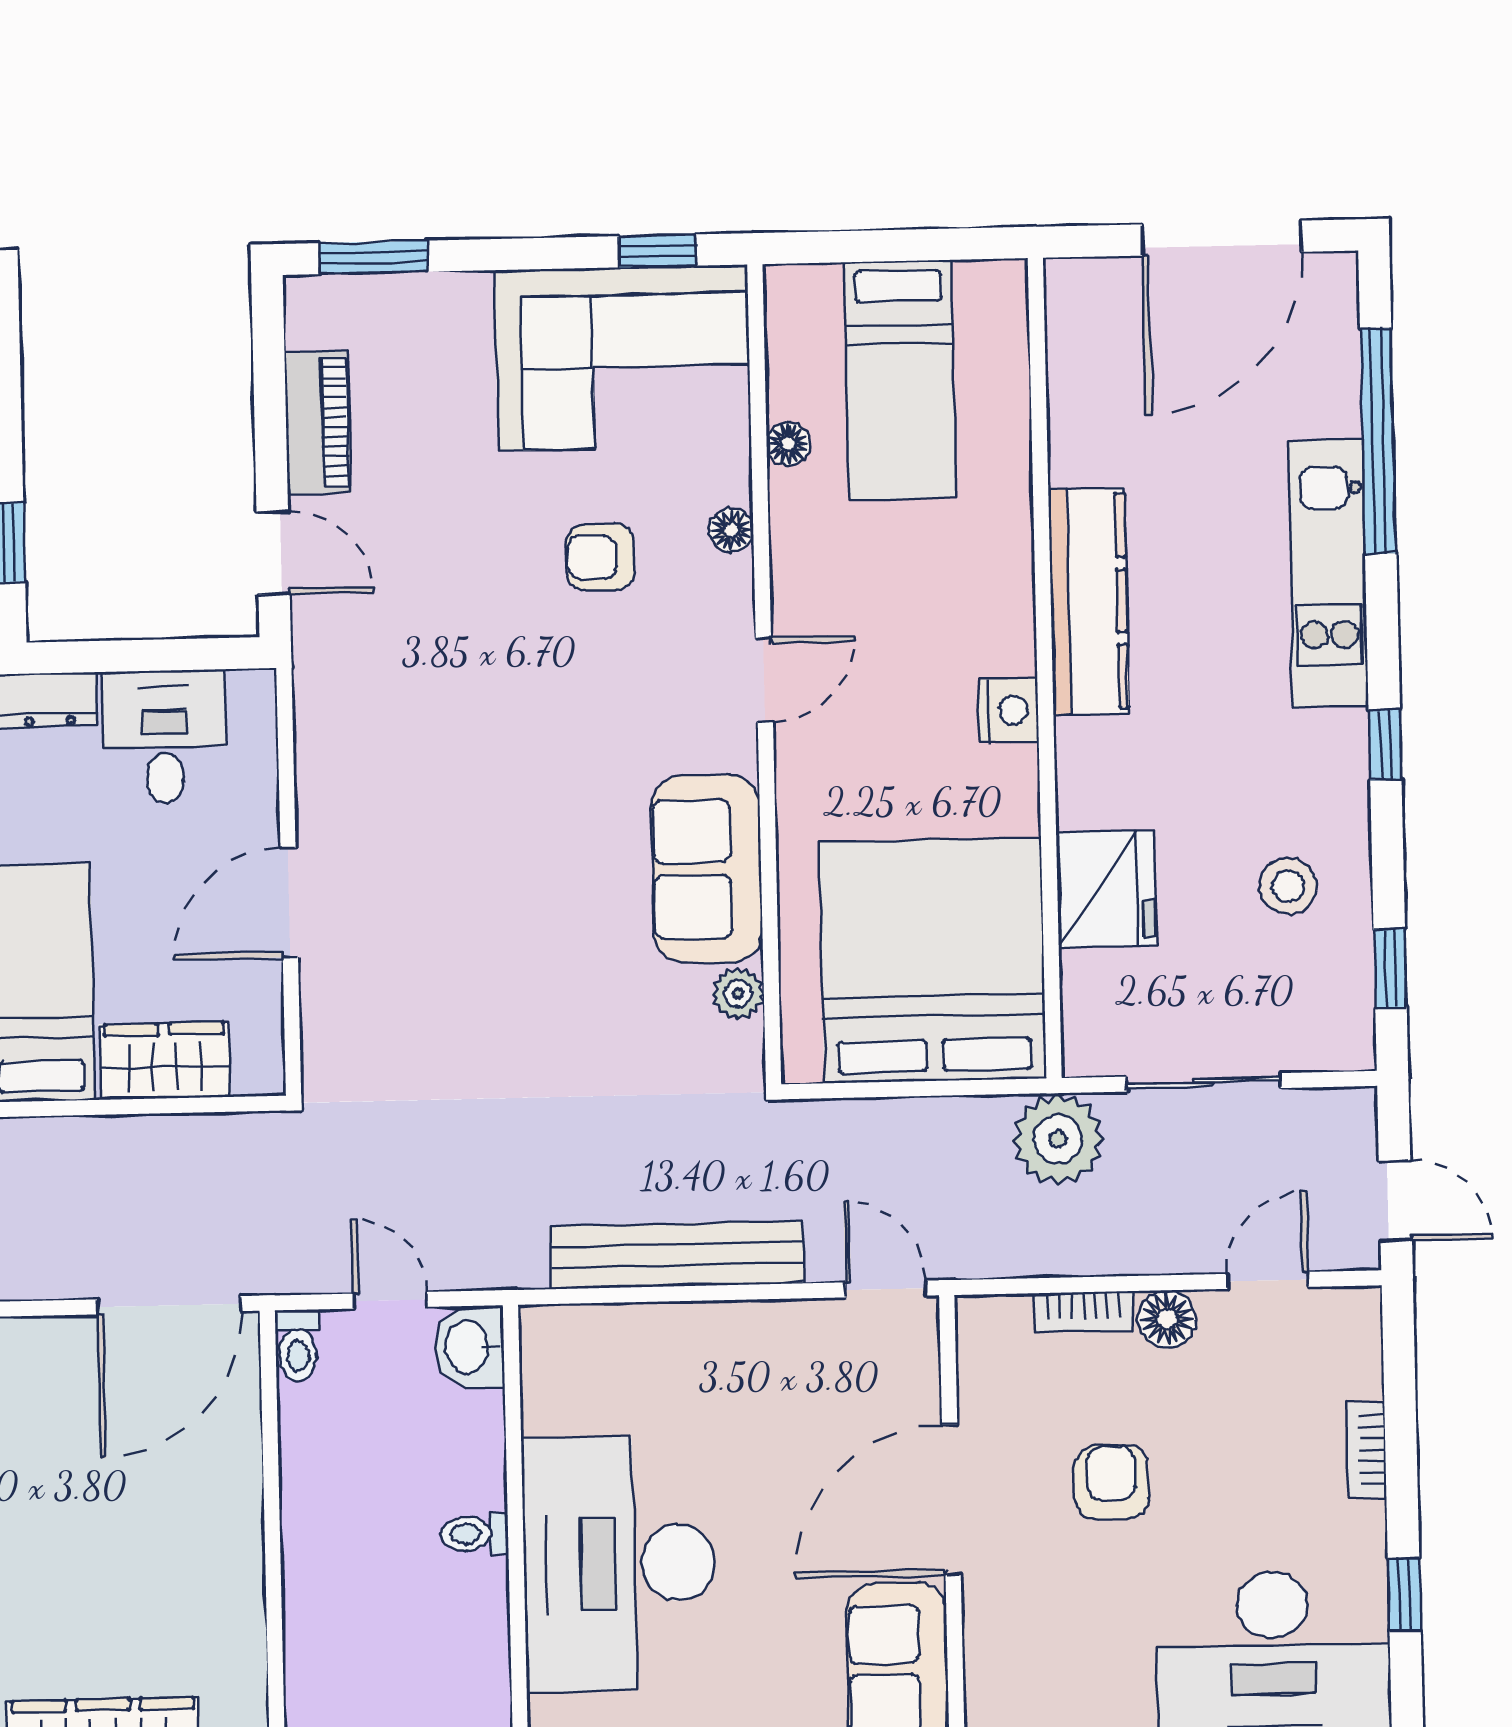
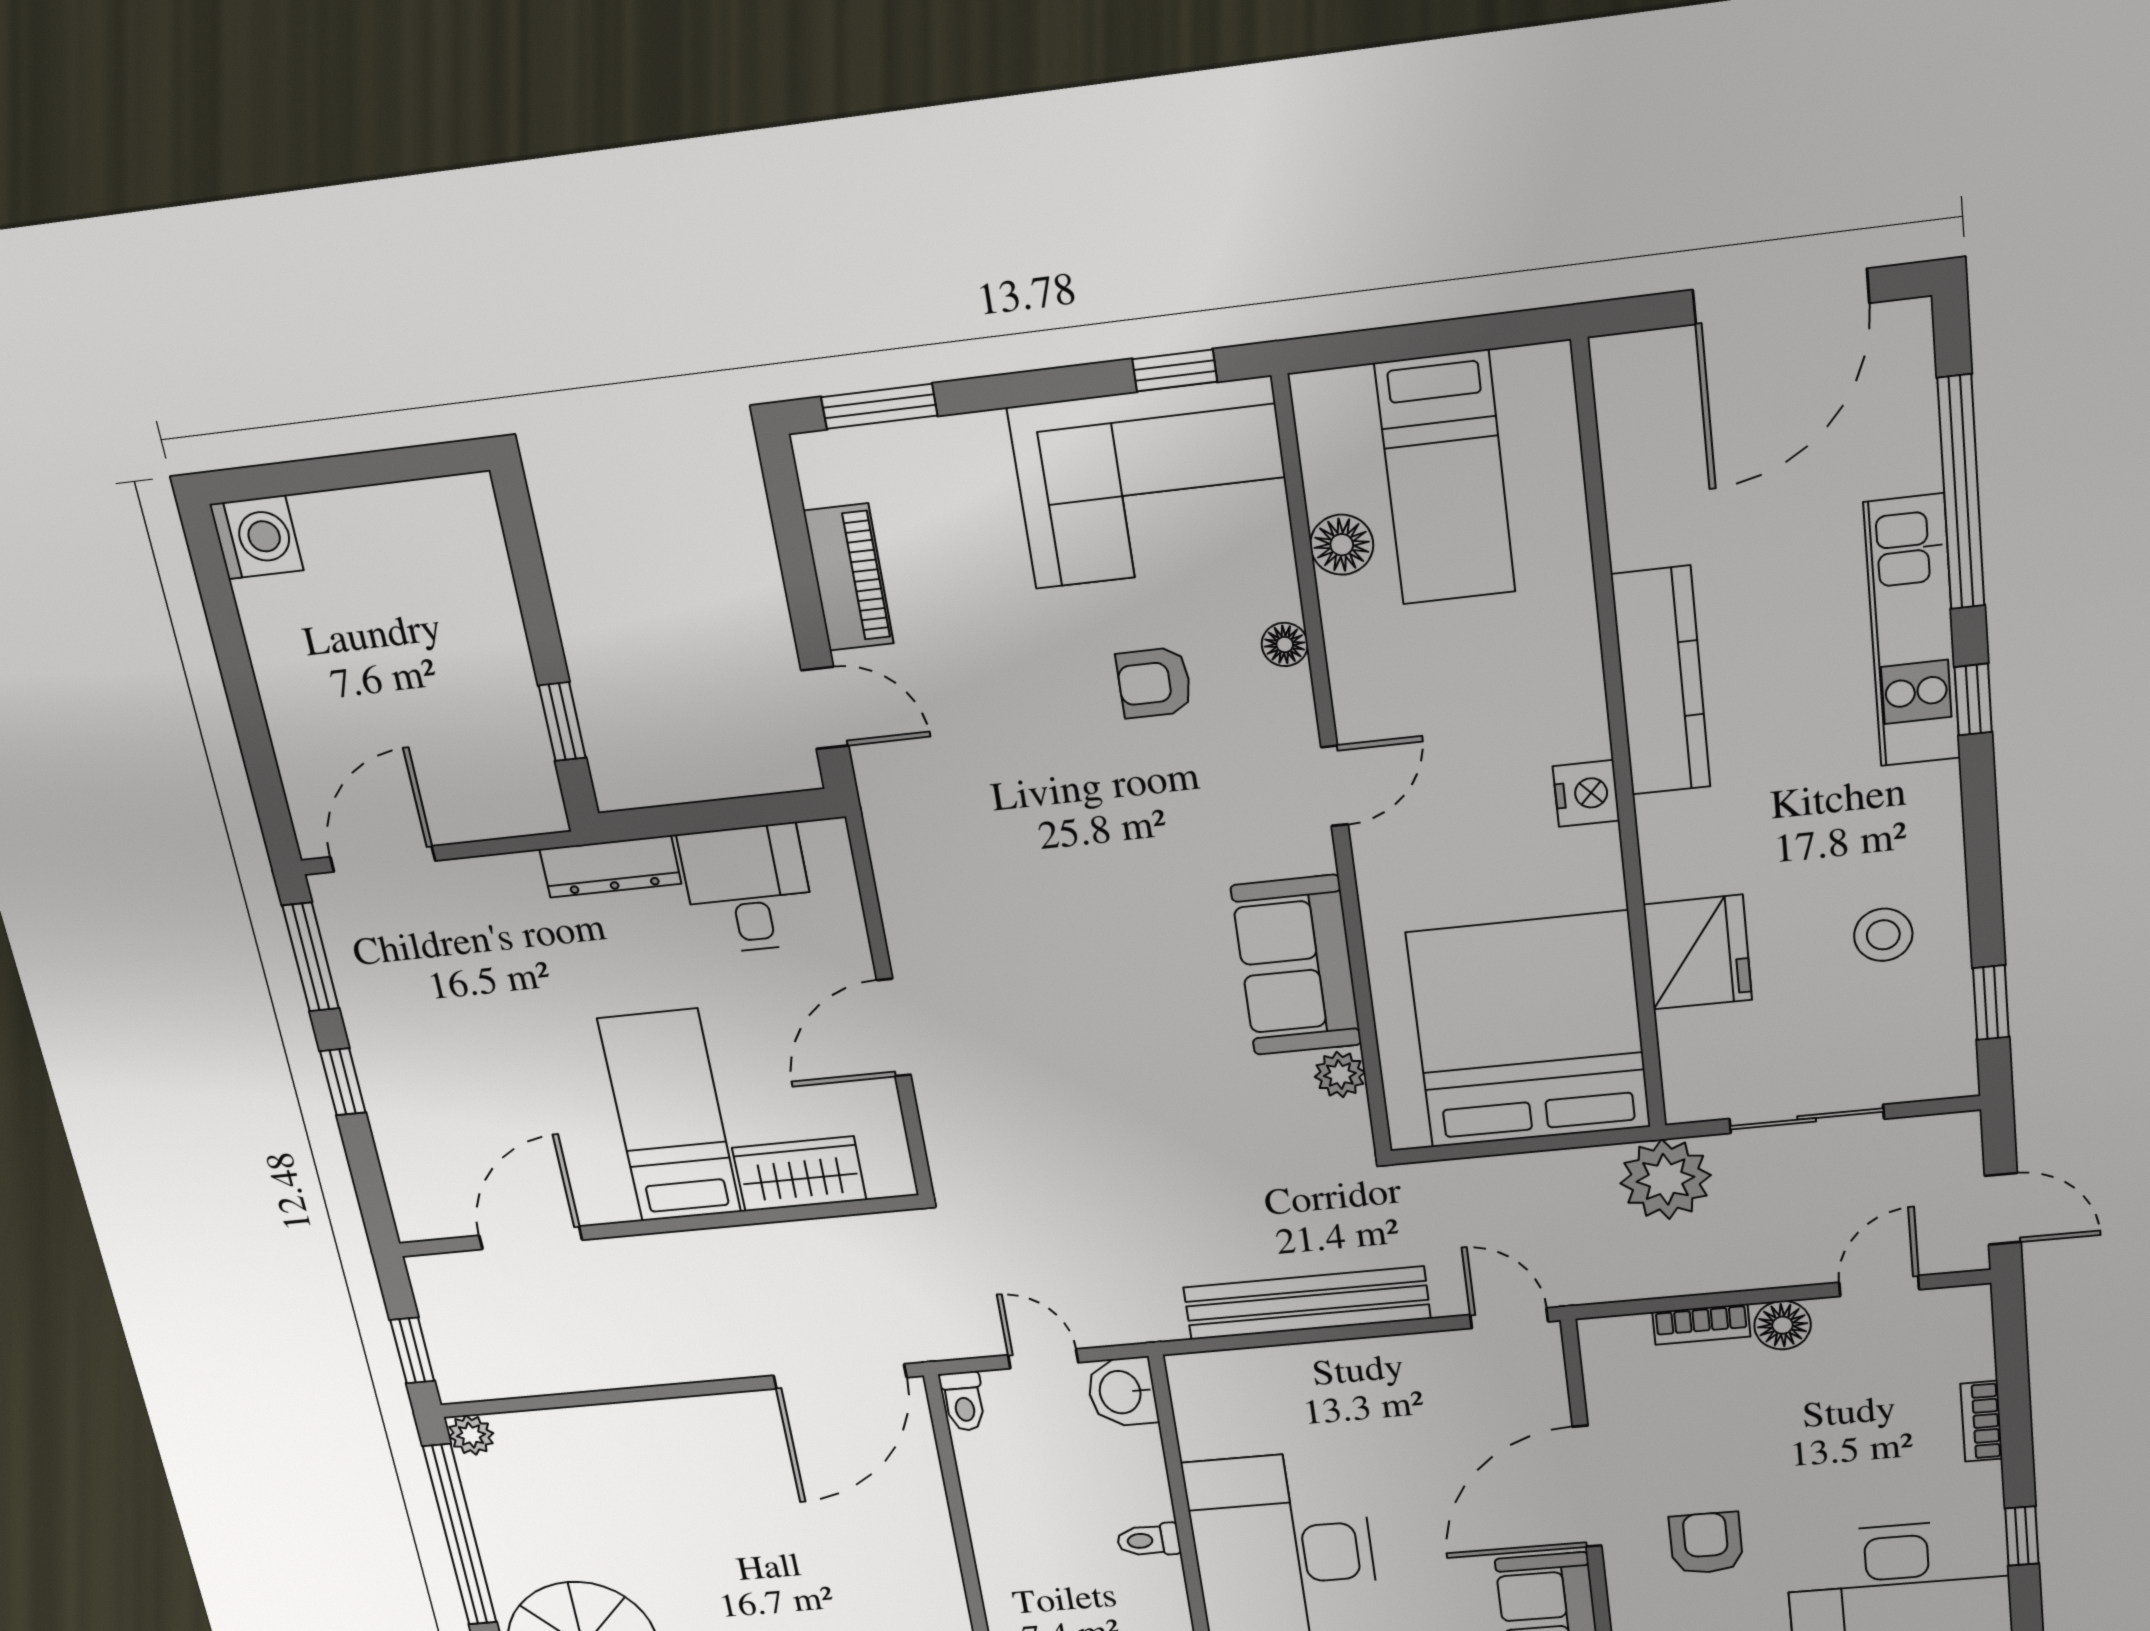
floor lamp: (788, 444) -> (1342, 545), width x1.37, depth x1.37
window: (1385, 745) -> (1973, 700), moved
armchair: (1111, 1482) -> (1706, 1543), moved

